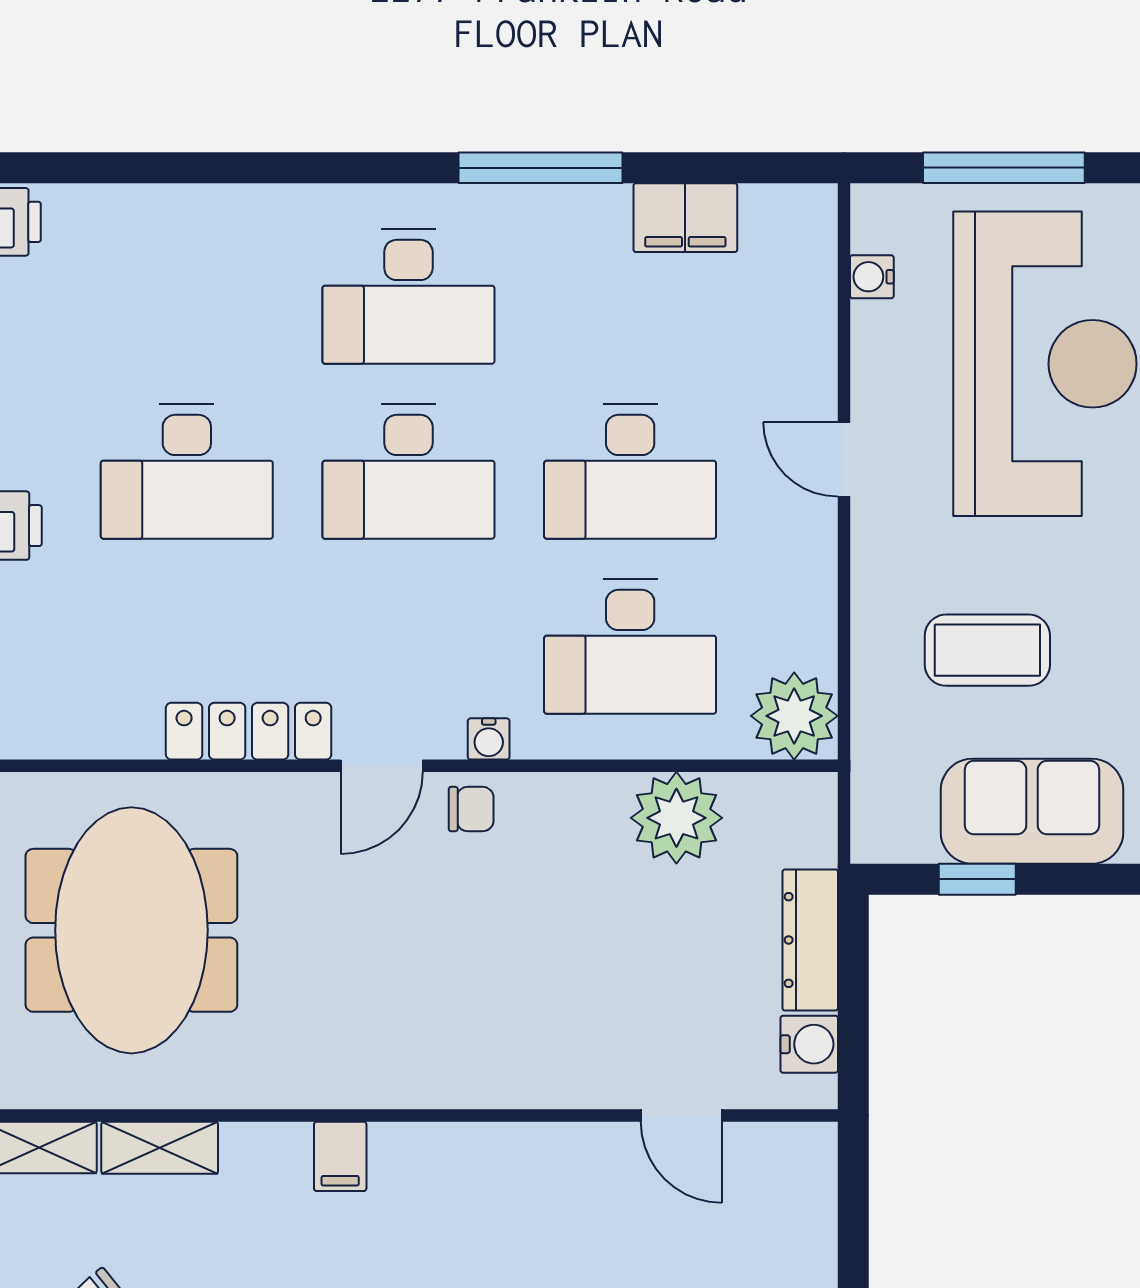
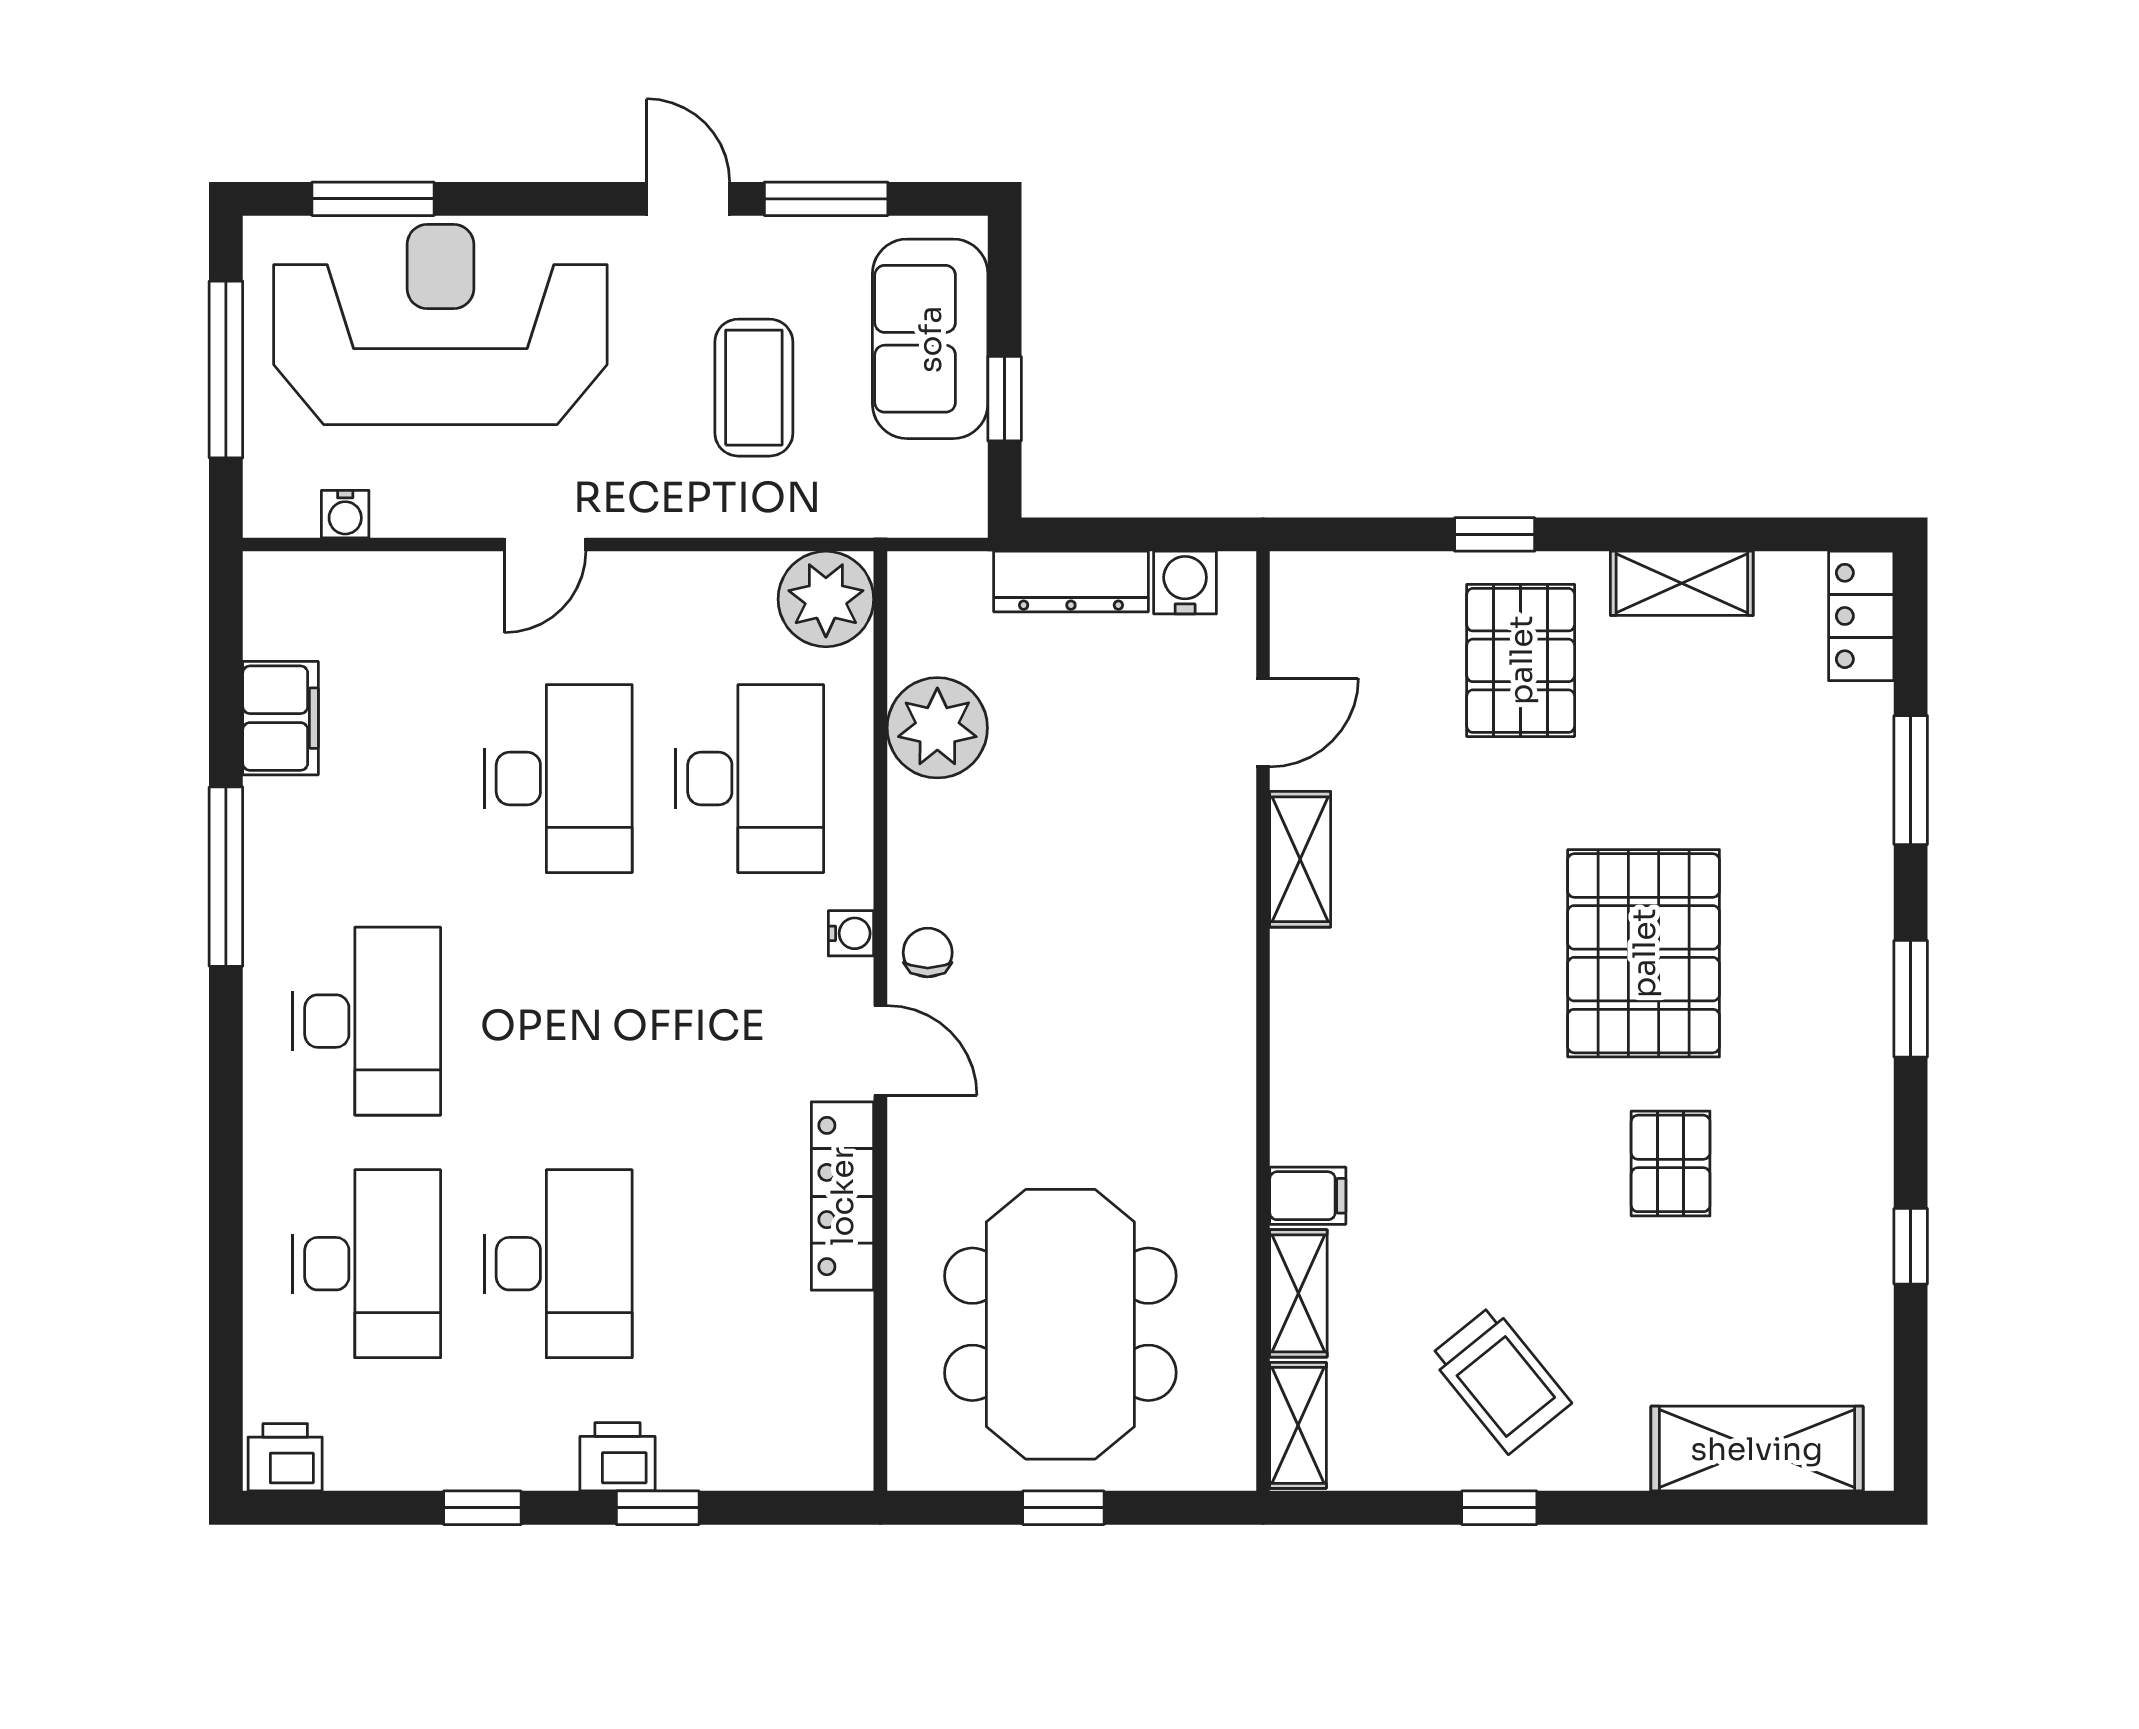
desk: (408, 471) -> (367, 1264), moved
meeting table: (131, 930) -> (1060, 1324), turned 90
shelving: (556, 1149) -> (1300, 859), added
filing cabinet: (340, 1156) -> (1308, 1196), moved

